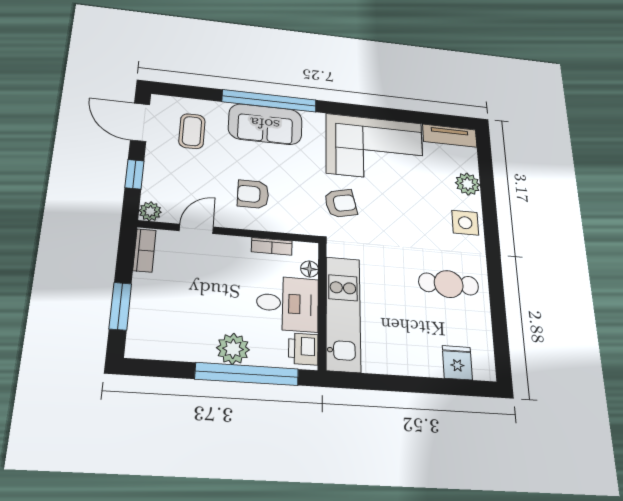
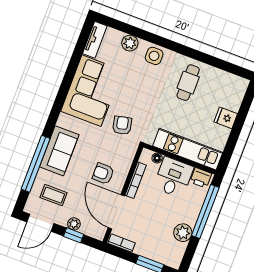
window: (269, 101) -> (36, 164), moved
armchair: (253, 194) -> (103, 174), turned 90
plant: (150, 211) -> (74, 224), moved
door: (196, 229) -> (116, 212), width x1.88
bookcase: (272, 246) -> (136, 180), width x1.56
plant: (233, 349) -> (183, 233), moved
fridge: (457, 363) -> (226, 118), moved

